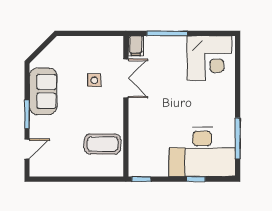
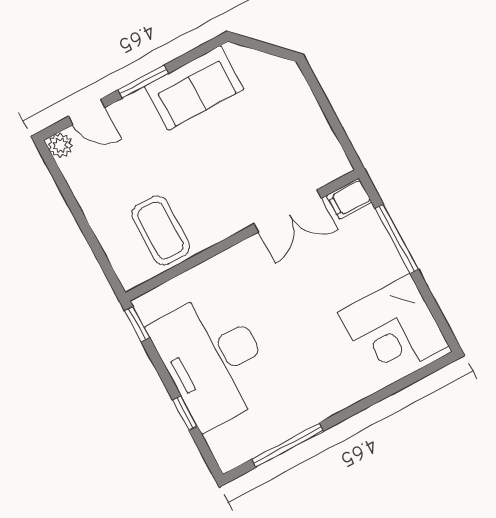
side table: (94, 80) -> (257, 161), removed
desk: (202, 152) -> (213, 359), moved
plant: (36, 170) -> (60, 145), added

